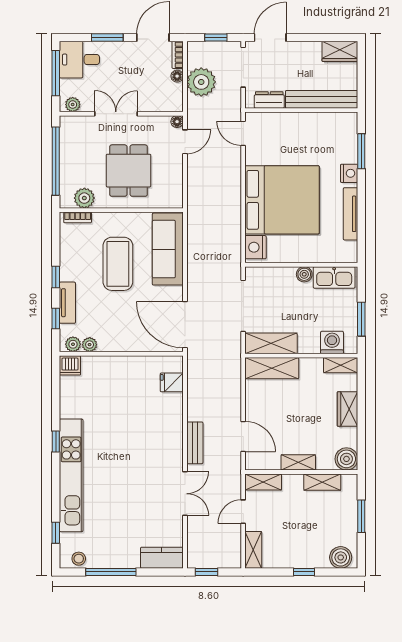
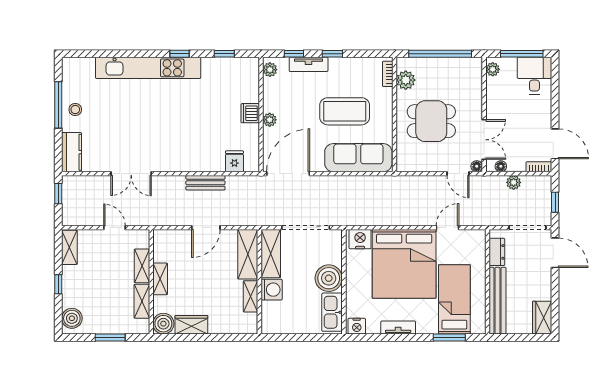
window: (107, 37) -> (555, 101), removed
floor lamp: (177, 76) -> (501, 166), moved
plant: (201, 82) -> (514, 182), width x0.53, depth x0.53
double door: (116, 114) -> (484, 140), moved
door: (243, 133) -> (448, 228), moved
bed: (320, 146) -> (454, 299), added
nightstand: (349, 173) -> (357, 326), moved
tv unit: (351, 214) -> (398, 327), width x0.71
boiler: (304, 274) -> (329, 278), width x1.86, depth x1.86
window: (361, 319) -> (293, 337), removed
washing machine: (332, 342) -> (272, 290), moved
plant: (90, 345) -> (270, 120), moved
dishwasher: (70, 365) -> (250, 113), moved
shelving: (341, 365) -> (251, 296), moved
wardrobe: (348, 409) -> (191, 325), moved
door: (243, 436) -> (206, 228), moved
bench: (195, 443) -> (205, 183), moved
shelving: (263, 482) -> (142, 266), moved
window: (56, 533) -> (224, 54), moved
shelving: (253, 550) -> (69, 247), moved, turned 90
stool: (79, 559) -> (75, 110), moved

